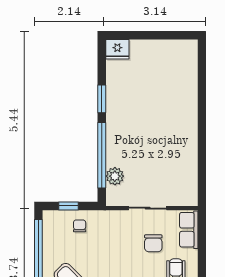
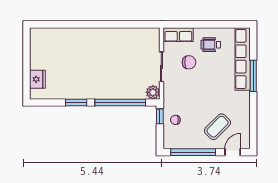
fridge: (117, 49) -> (37, 79), moved
plant: (115, 176) -> (153, 92), moved
window: (68, 206) -> (160, 116), moved

